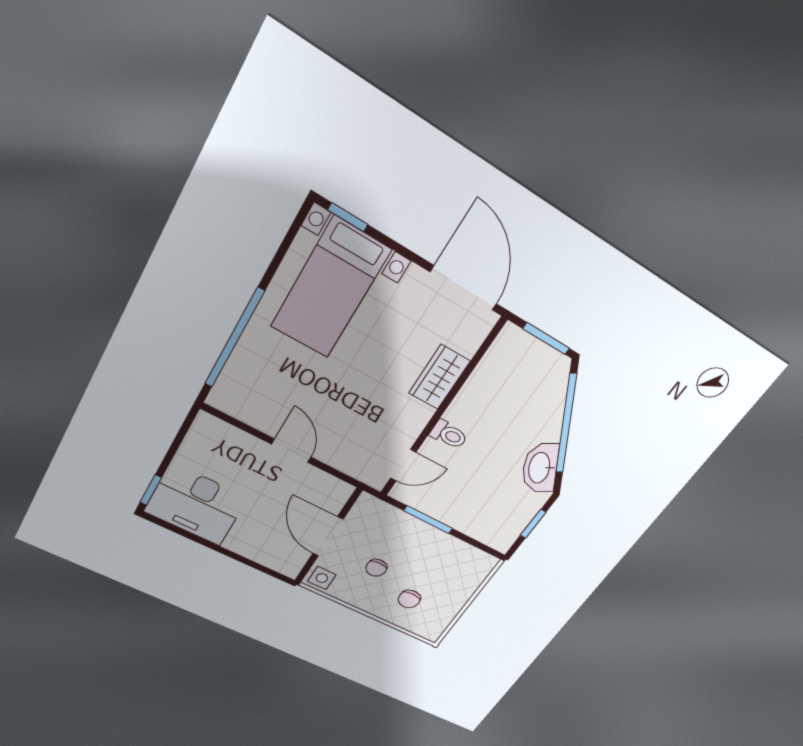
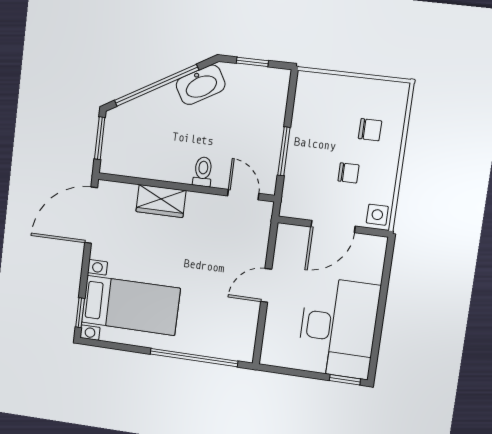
desk: (196, 505) -> (338, 328), width x1.36, depth x1.30

